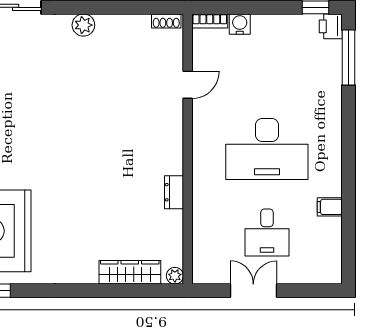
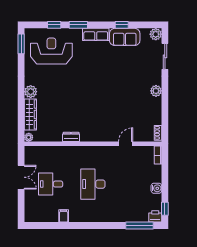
water cooler: (240, 24) -> (156, 188), moved
door: (188, 85) -> (126, 144), swing flipped
desk: (267, 149) -> (93, 184), width x0.73, depth x0.77
plant: (85, 272) -> (31, 92), added

